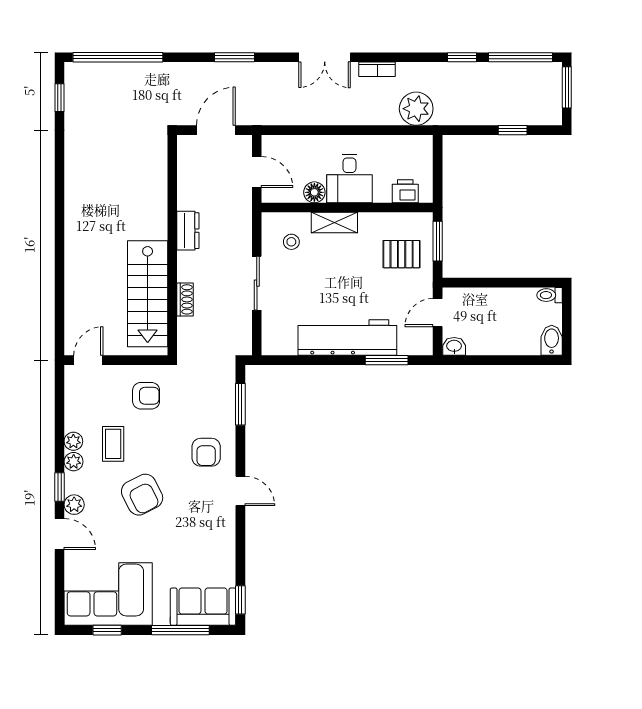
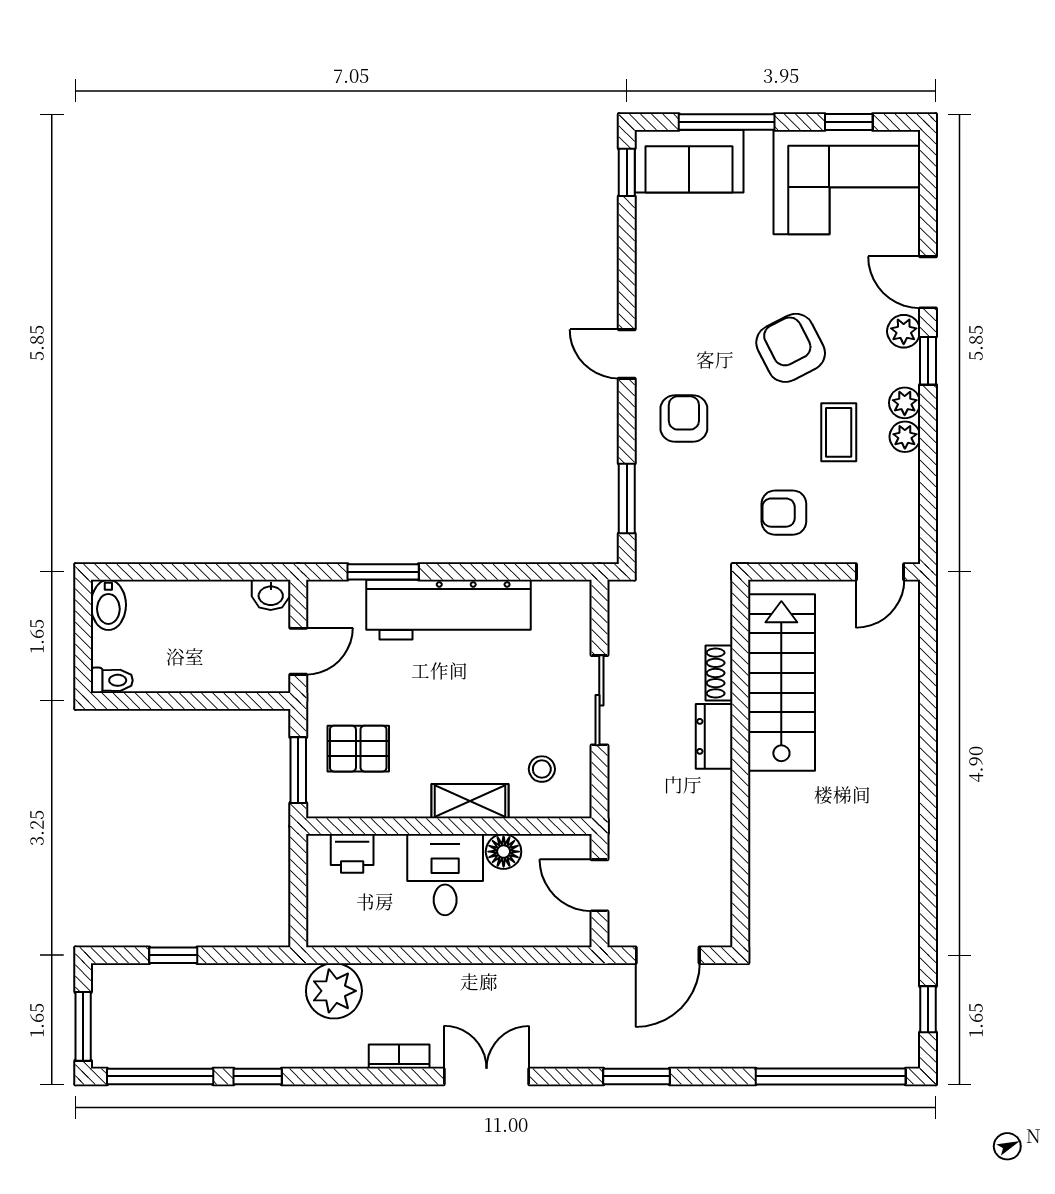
dresser: (188, 231) -> (714, 736), moved

